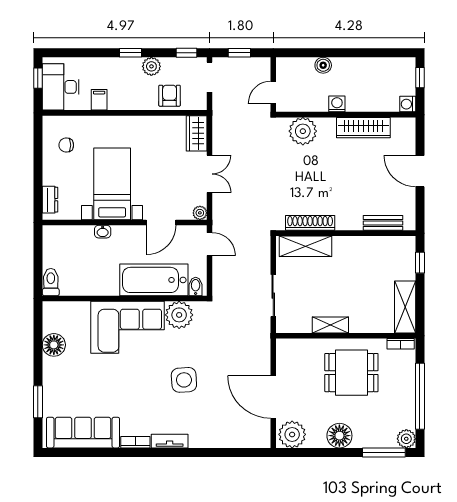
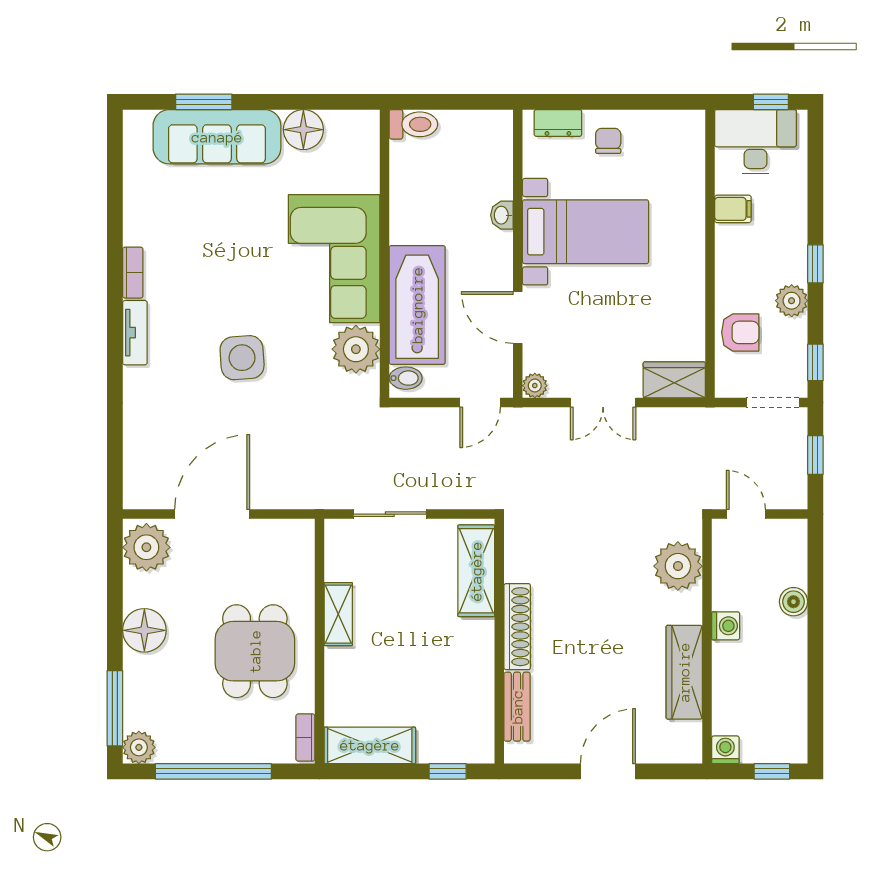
chair: (66, 145) -> (608, 141), moved
shoe rack: (310, 223) -> (517, 627), moved
sofa: (83, 433) -> (217, 137), moved, turned 90

